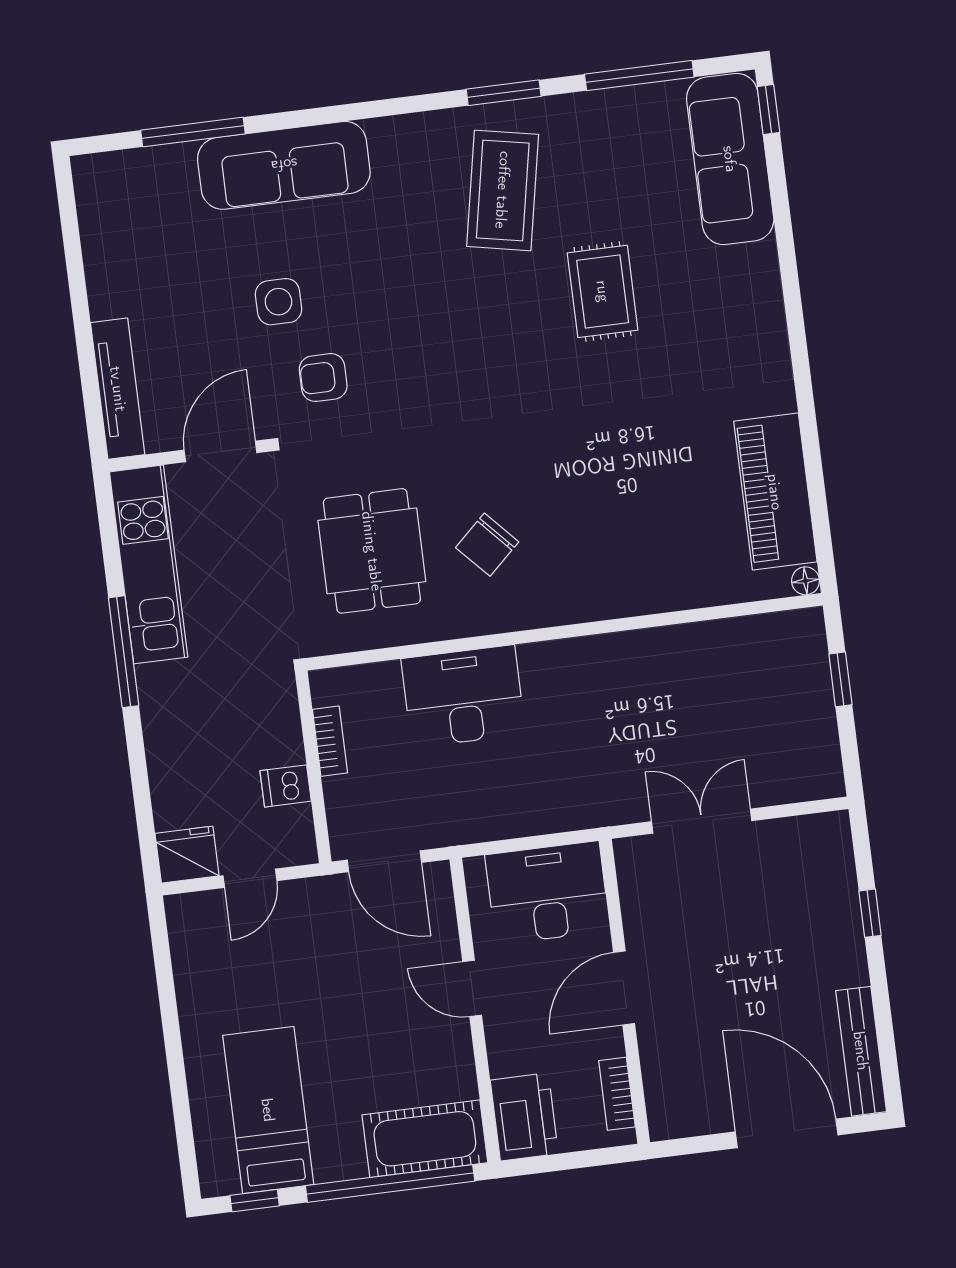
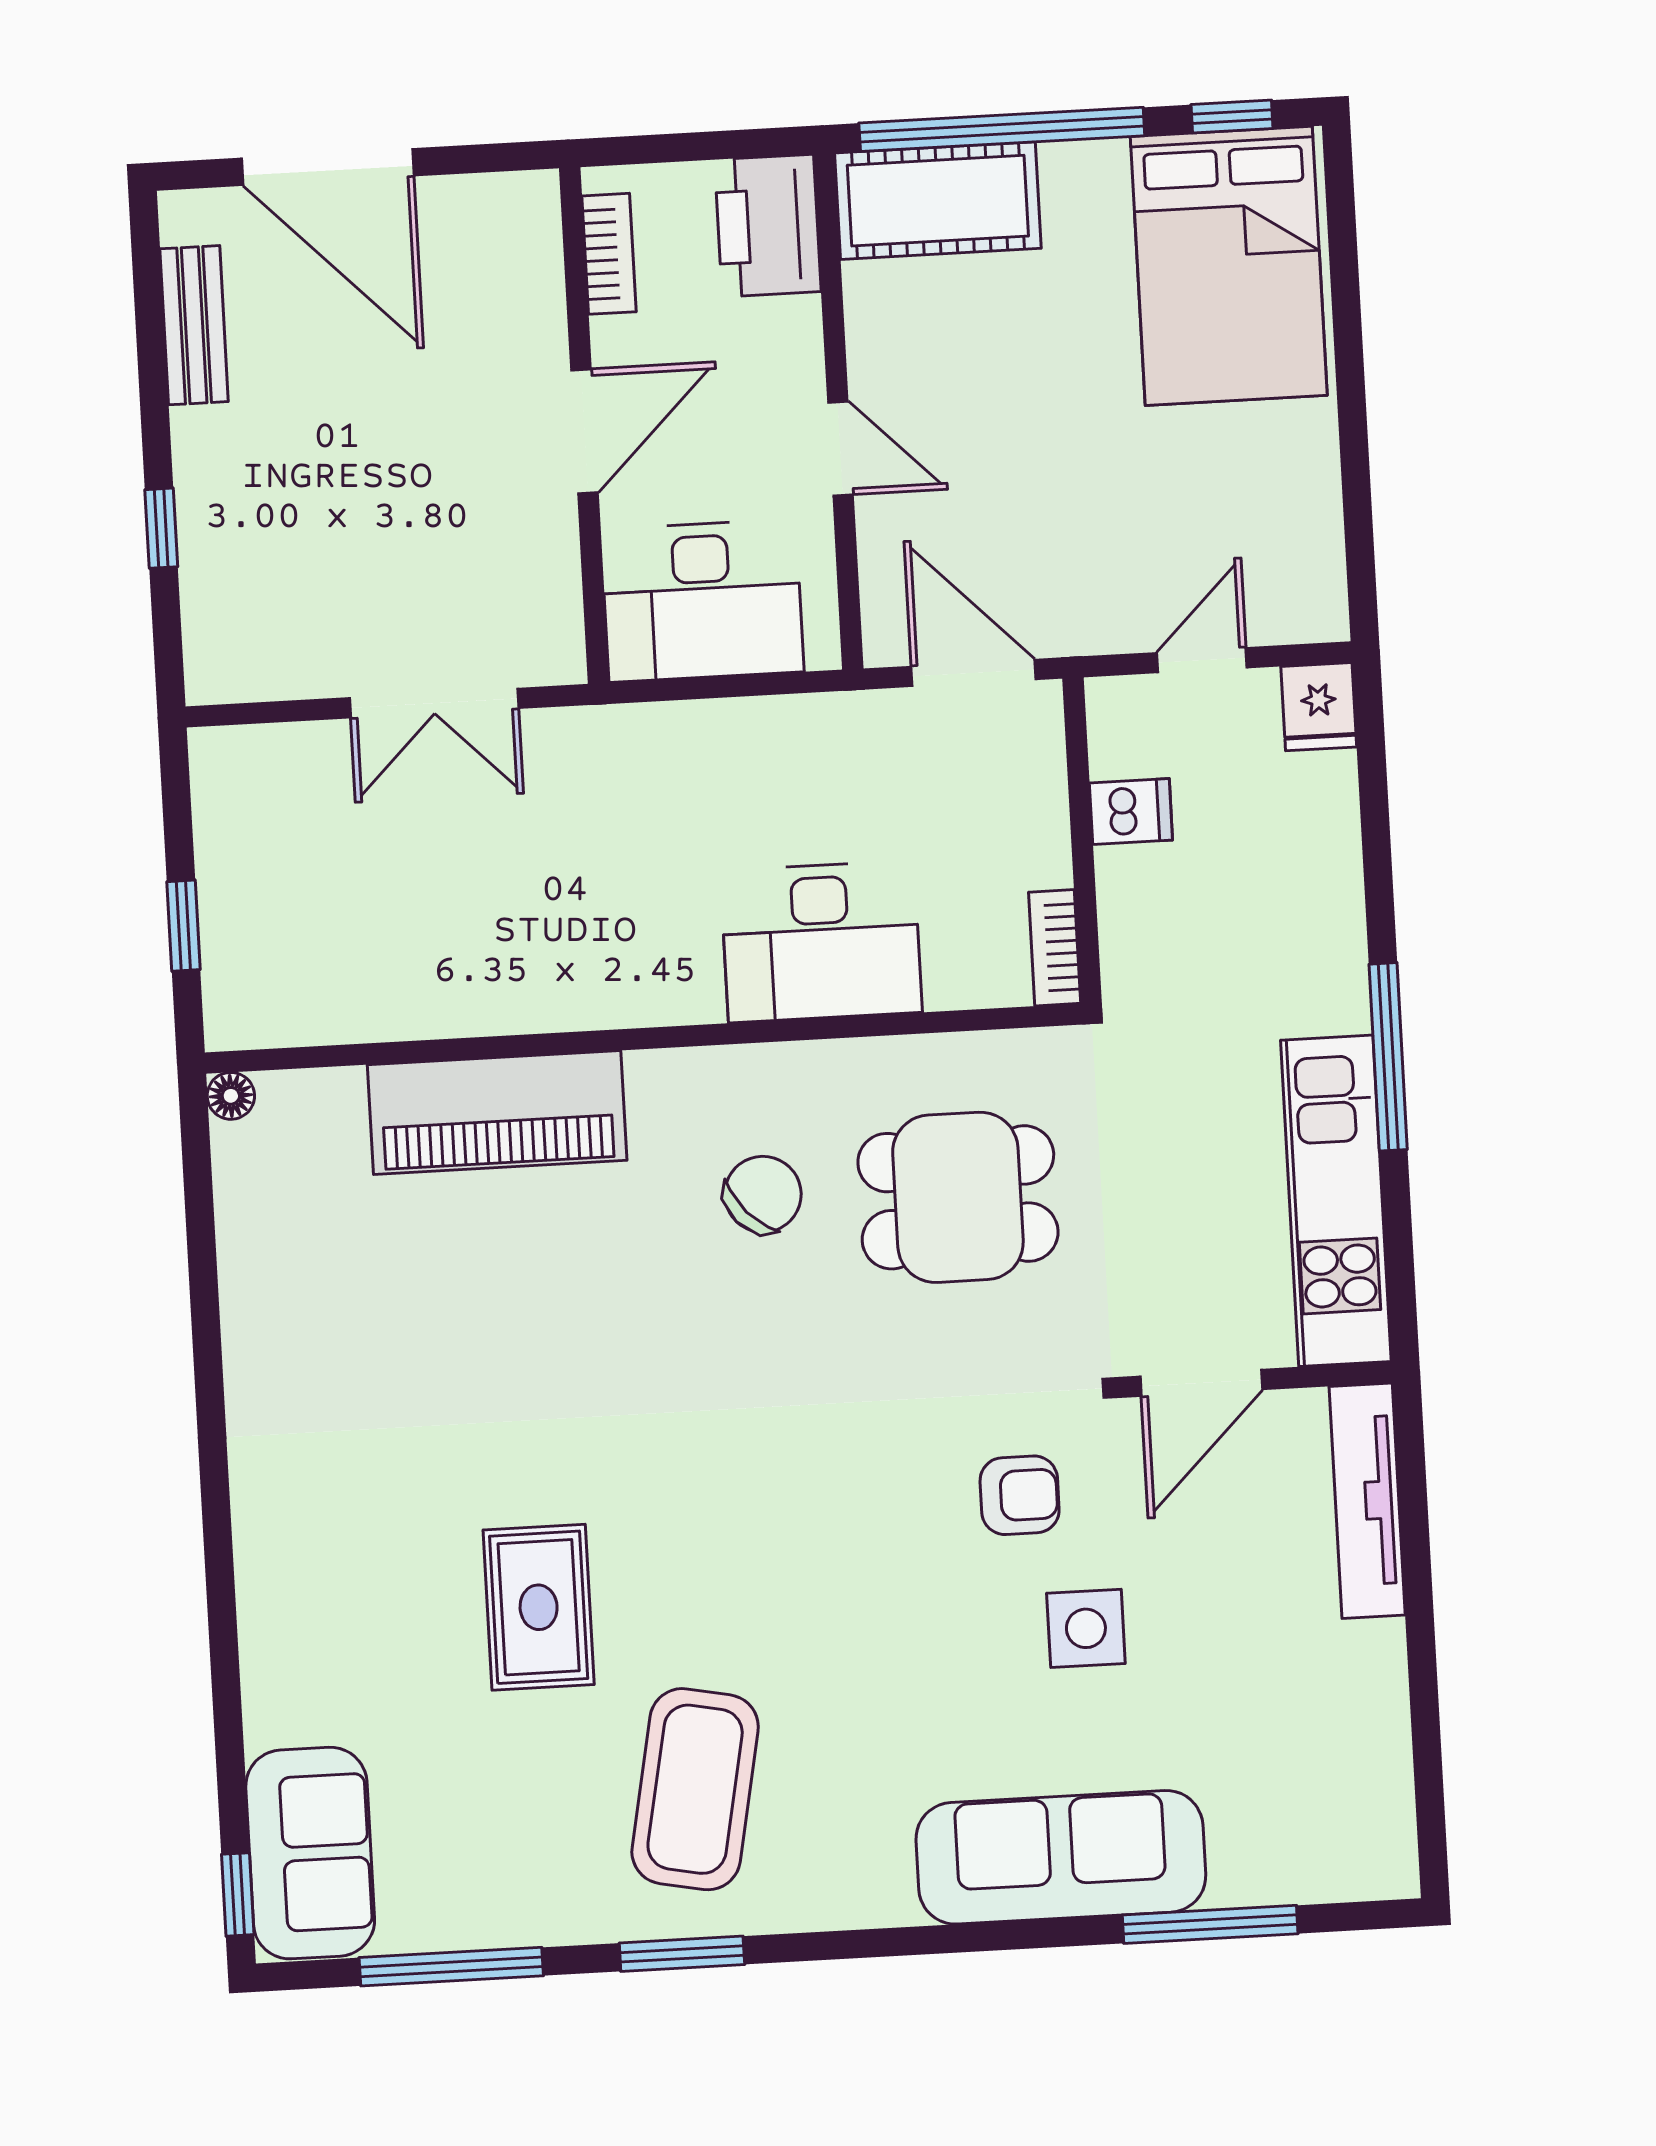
sofa: (730, 159) -> (310, 1853), width x0.73
piano: (775, 492) -> (497, 1112), moved, turned 90
dining table: (372, 551) -> (958, 1197), turned 90
bookcase: (330, 741) -> (1055, 948), moved
fridge: (187, 855) -> (1319, 707), width x0.72
bench: (861, 1051) -> (194, 325), width x0.73
bed: (268, 1110) -> (1229, 266), width x1.50

